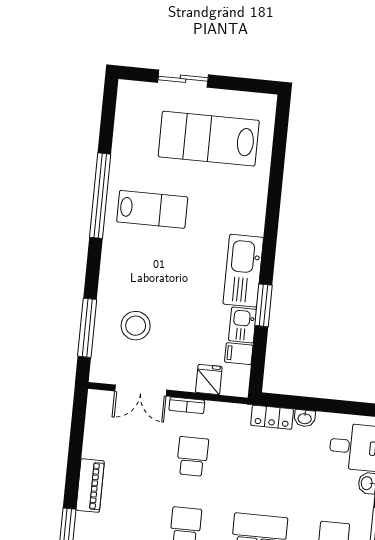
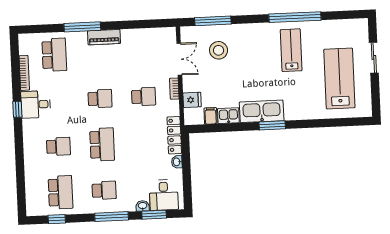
lab bench: (152, 209) -> (291, 50), turned 180
window: (264, 305) -> (272, 125), moved
double door: (141, 391) -> (179, 59), swing flipped
locker: (272, 417) -> (174, 135), width x1.53
piano: (90, 486) -> (104, 37), moved

